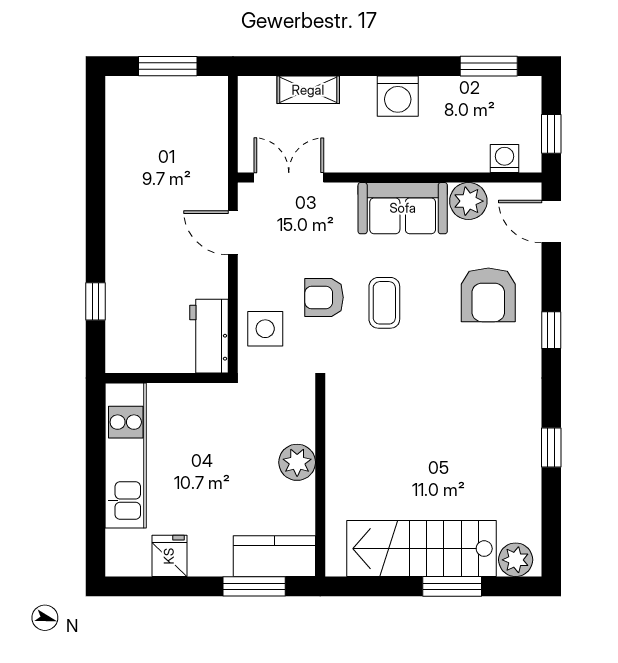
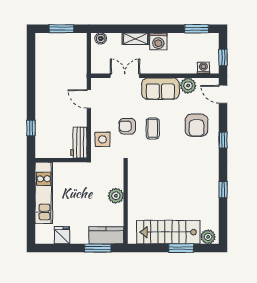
boiler: (261, 89) -> (101, 38), added
shelving: (308, 90) -> (136, 39), moved
double door: (289, 178) -> (125, 76), moved

